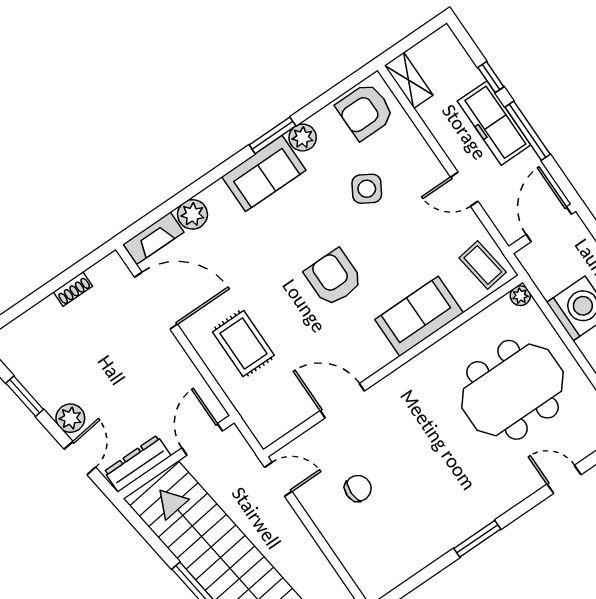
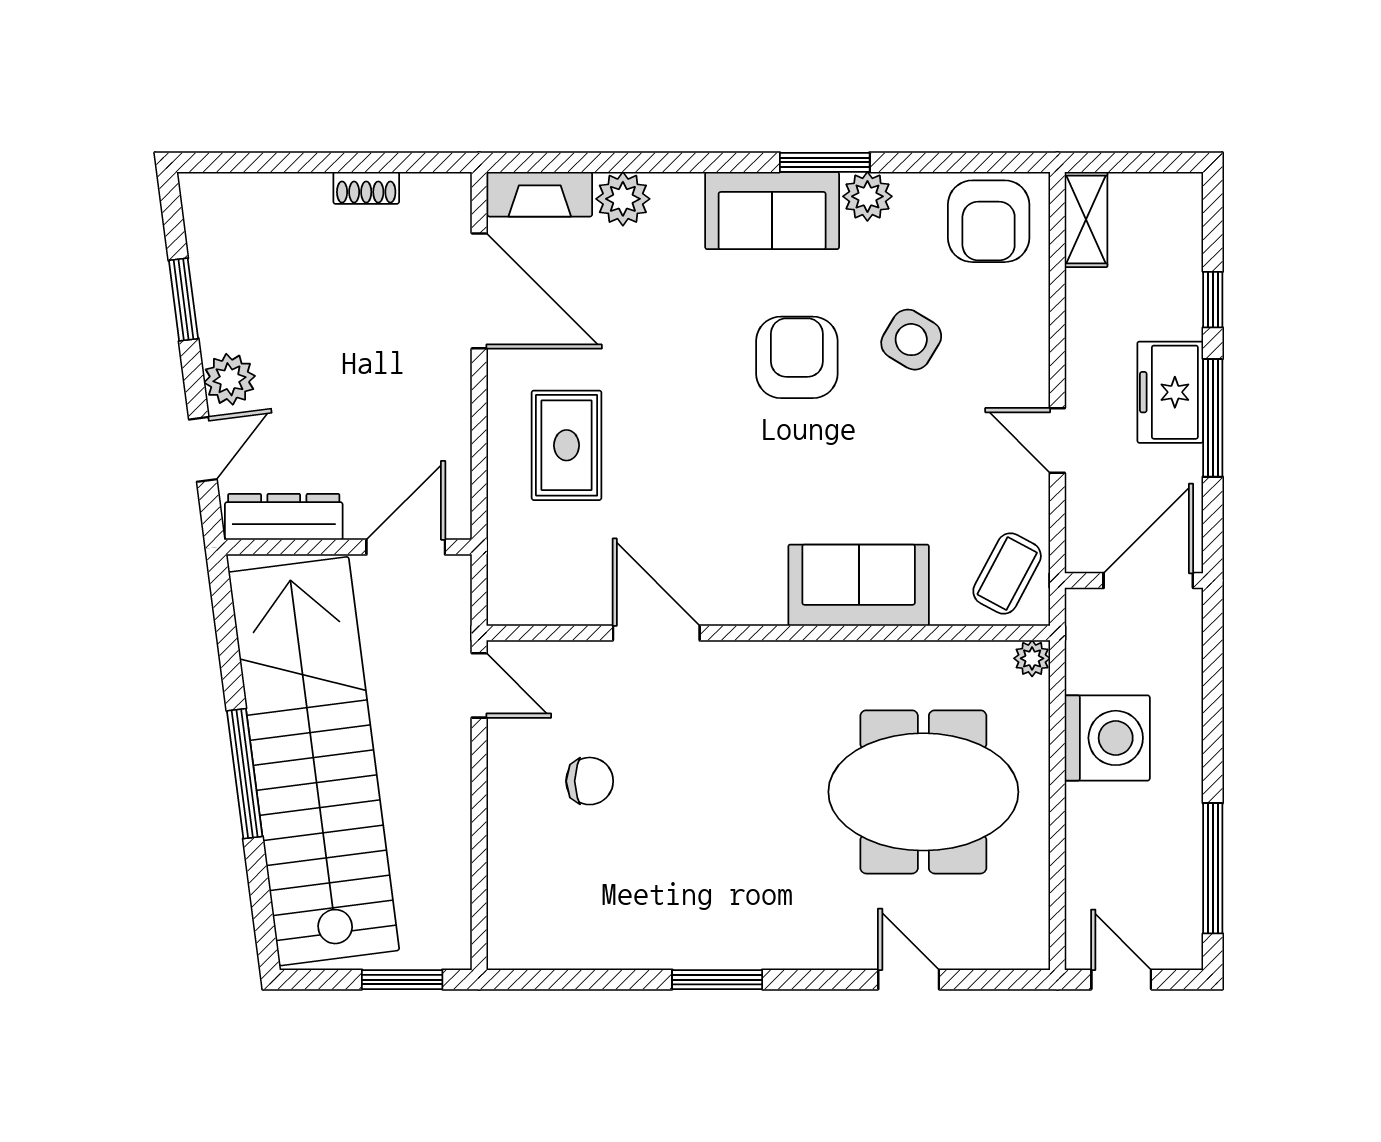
armchair: (365, 111) -> (989, 221), turned -90
freezer: (494, 123) -> (1170, 392), width x0.71
coffee table: (483, 265) -> (1007, 573), turned 36
armchair: (334, 278) -> (797, 357), moved

